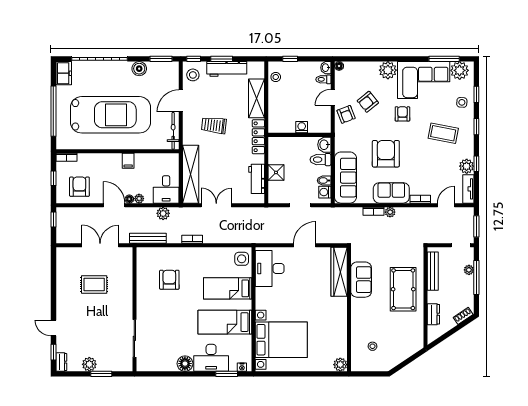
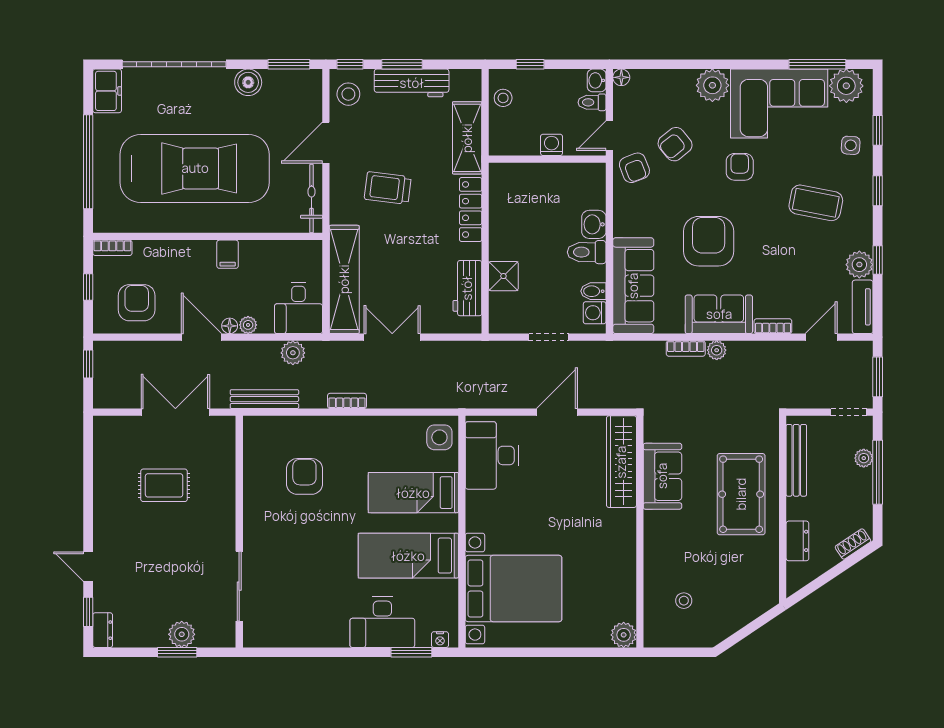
washing machine: (302, 127) -> (552, 145), moved
wall: (299, 135) -> (547, 159), moved
plant: (89, 364) -> (182, 634), moved
floor lamp: (185, 364) -> (334, 633), removed

